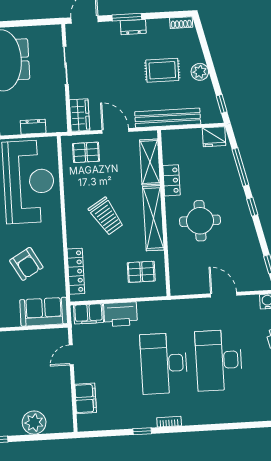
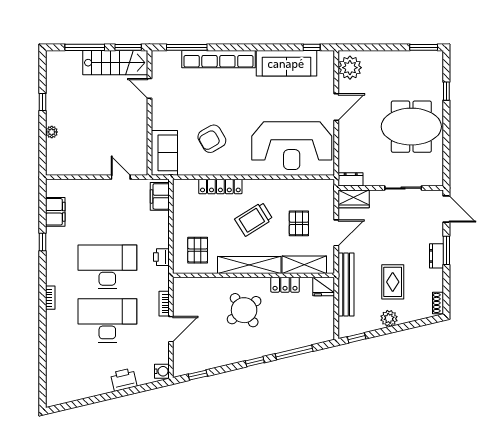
dresser: (33, 127) -> (351, 179), moved, turned -90
fridge: (214, 137) -> (324, 287), moved, turned -90
pallet: (86, 152) -> (299, 223), moved
round table: (200, 221) -> (244, 310), turned -37
locker: (76, 271) -> (220, 187), moved
bookcase: (198, 303) -> (164, 304), added
printer: (120, 314) -> (161, 257), moved, width x0.53, depth x0.68
filing cabinet: (86, 398) -> (55, 212), moved, turned -90
bookcase: (169, 422) -> (50, 298), moved
plant: (34, 423) -> (52, 132), width x0.53, depth x0.53

